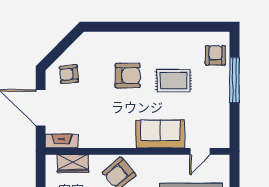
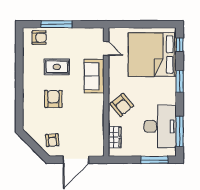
armchair: (215, 55) -> (39, 38), turned 180
rug: (173, 81) -> (57, 67), turned 90
fireplace: (62, 141) -> (99, 145), removed

